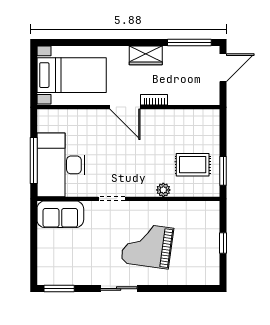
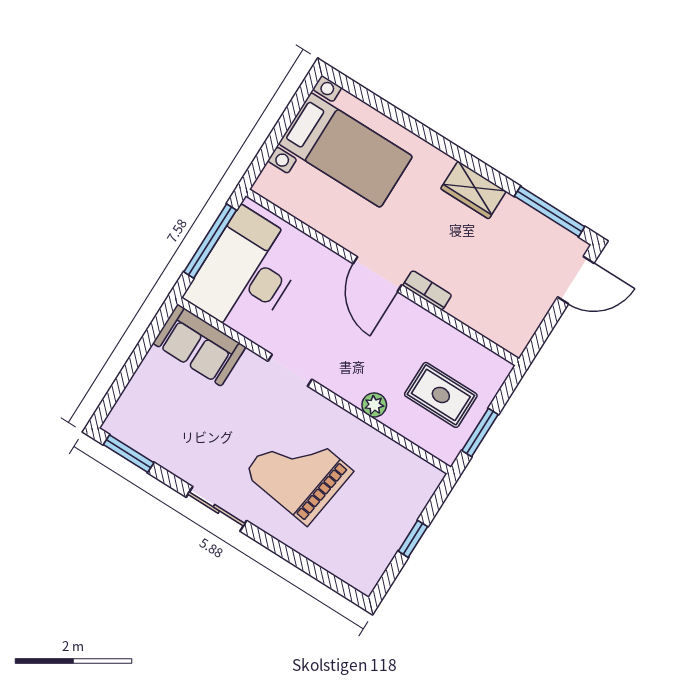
bookcase: (154, 100) -> (427, 290), moved
door: (125, 107) -> (377, 274), moved
wall: (128, 107) -> (382, 277), moved

